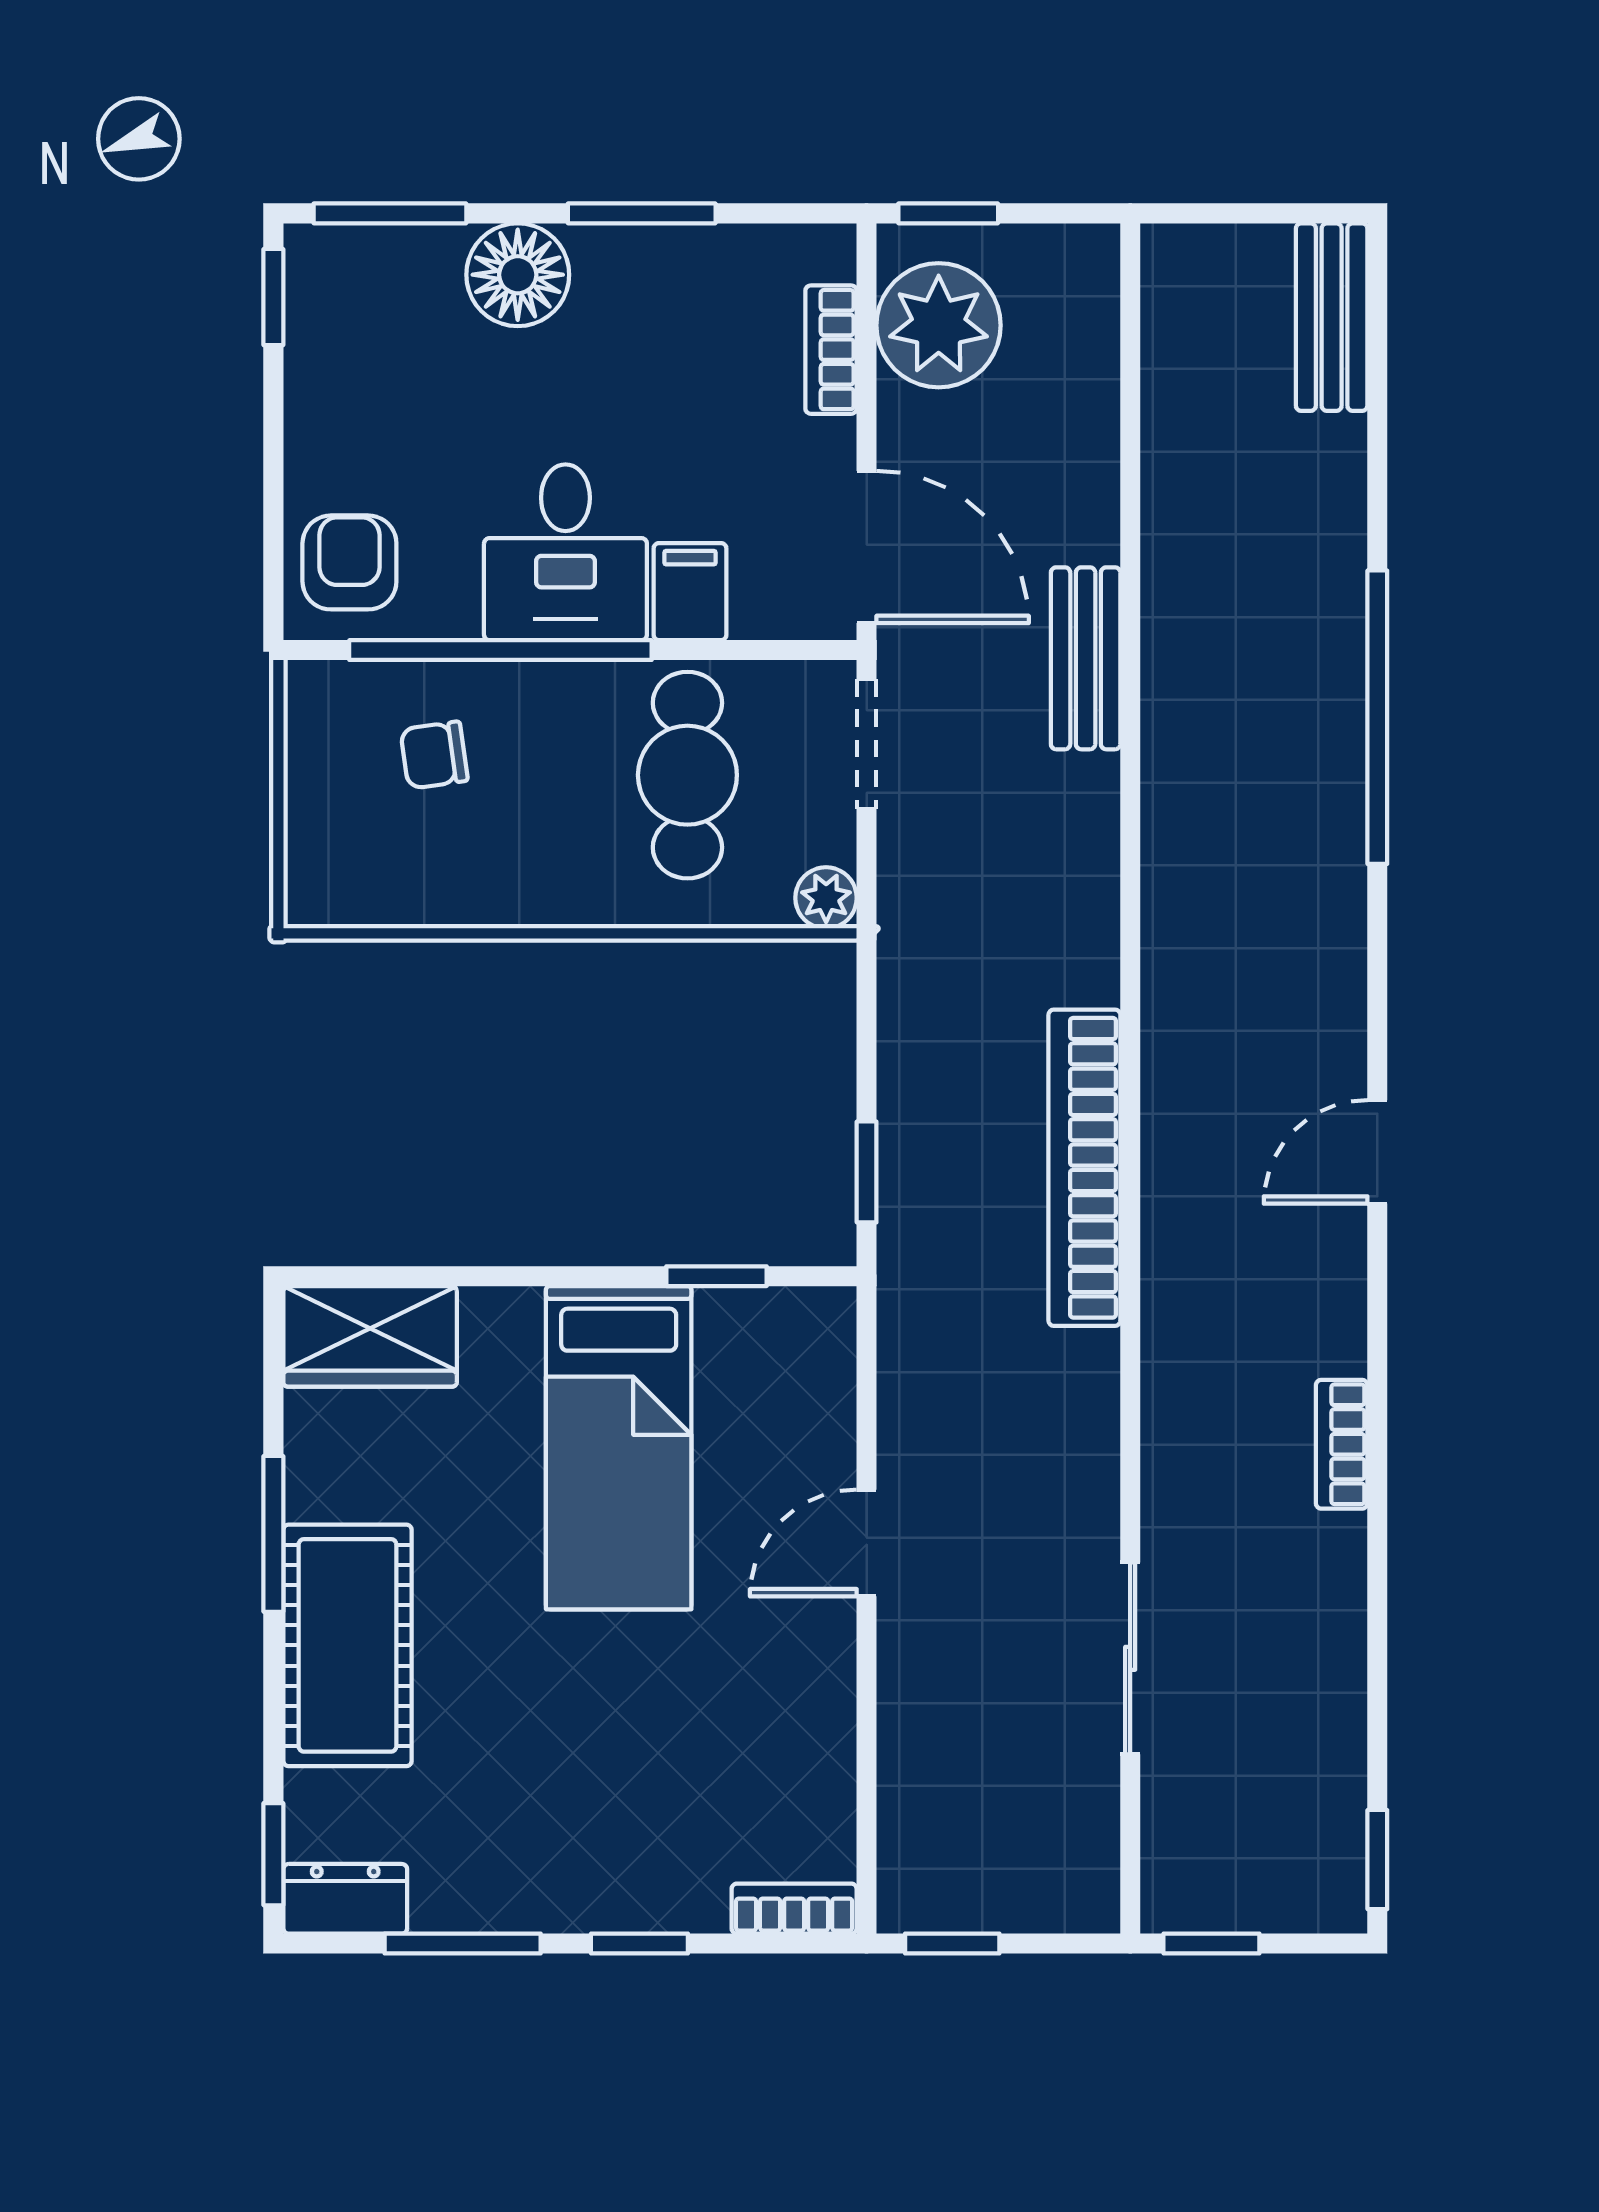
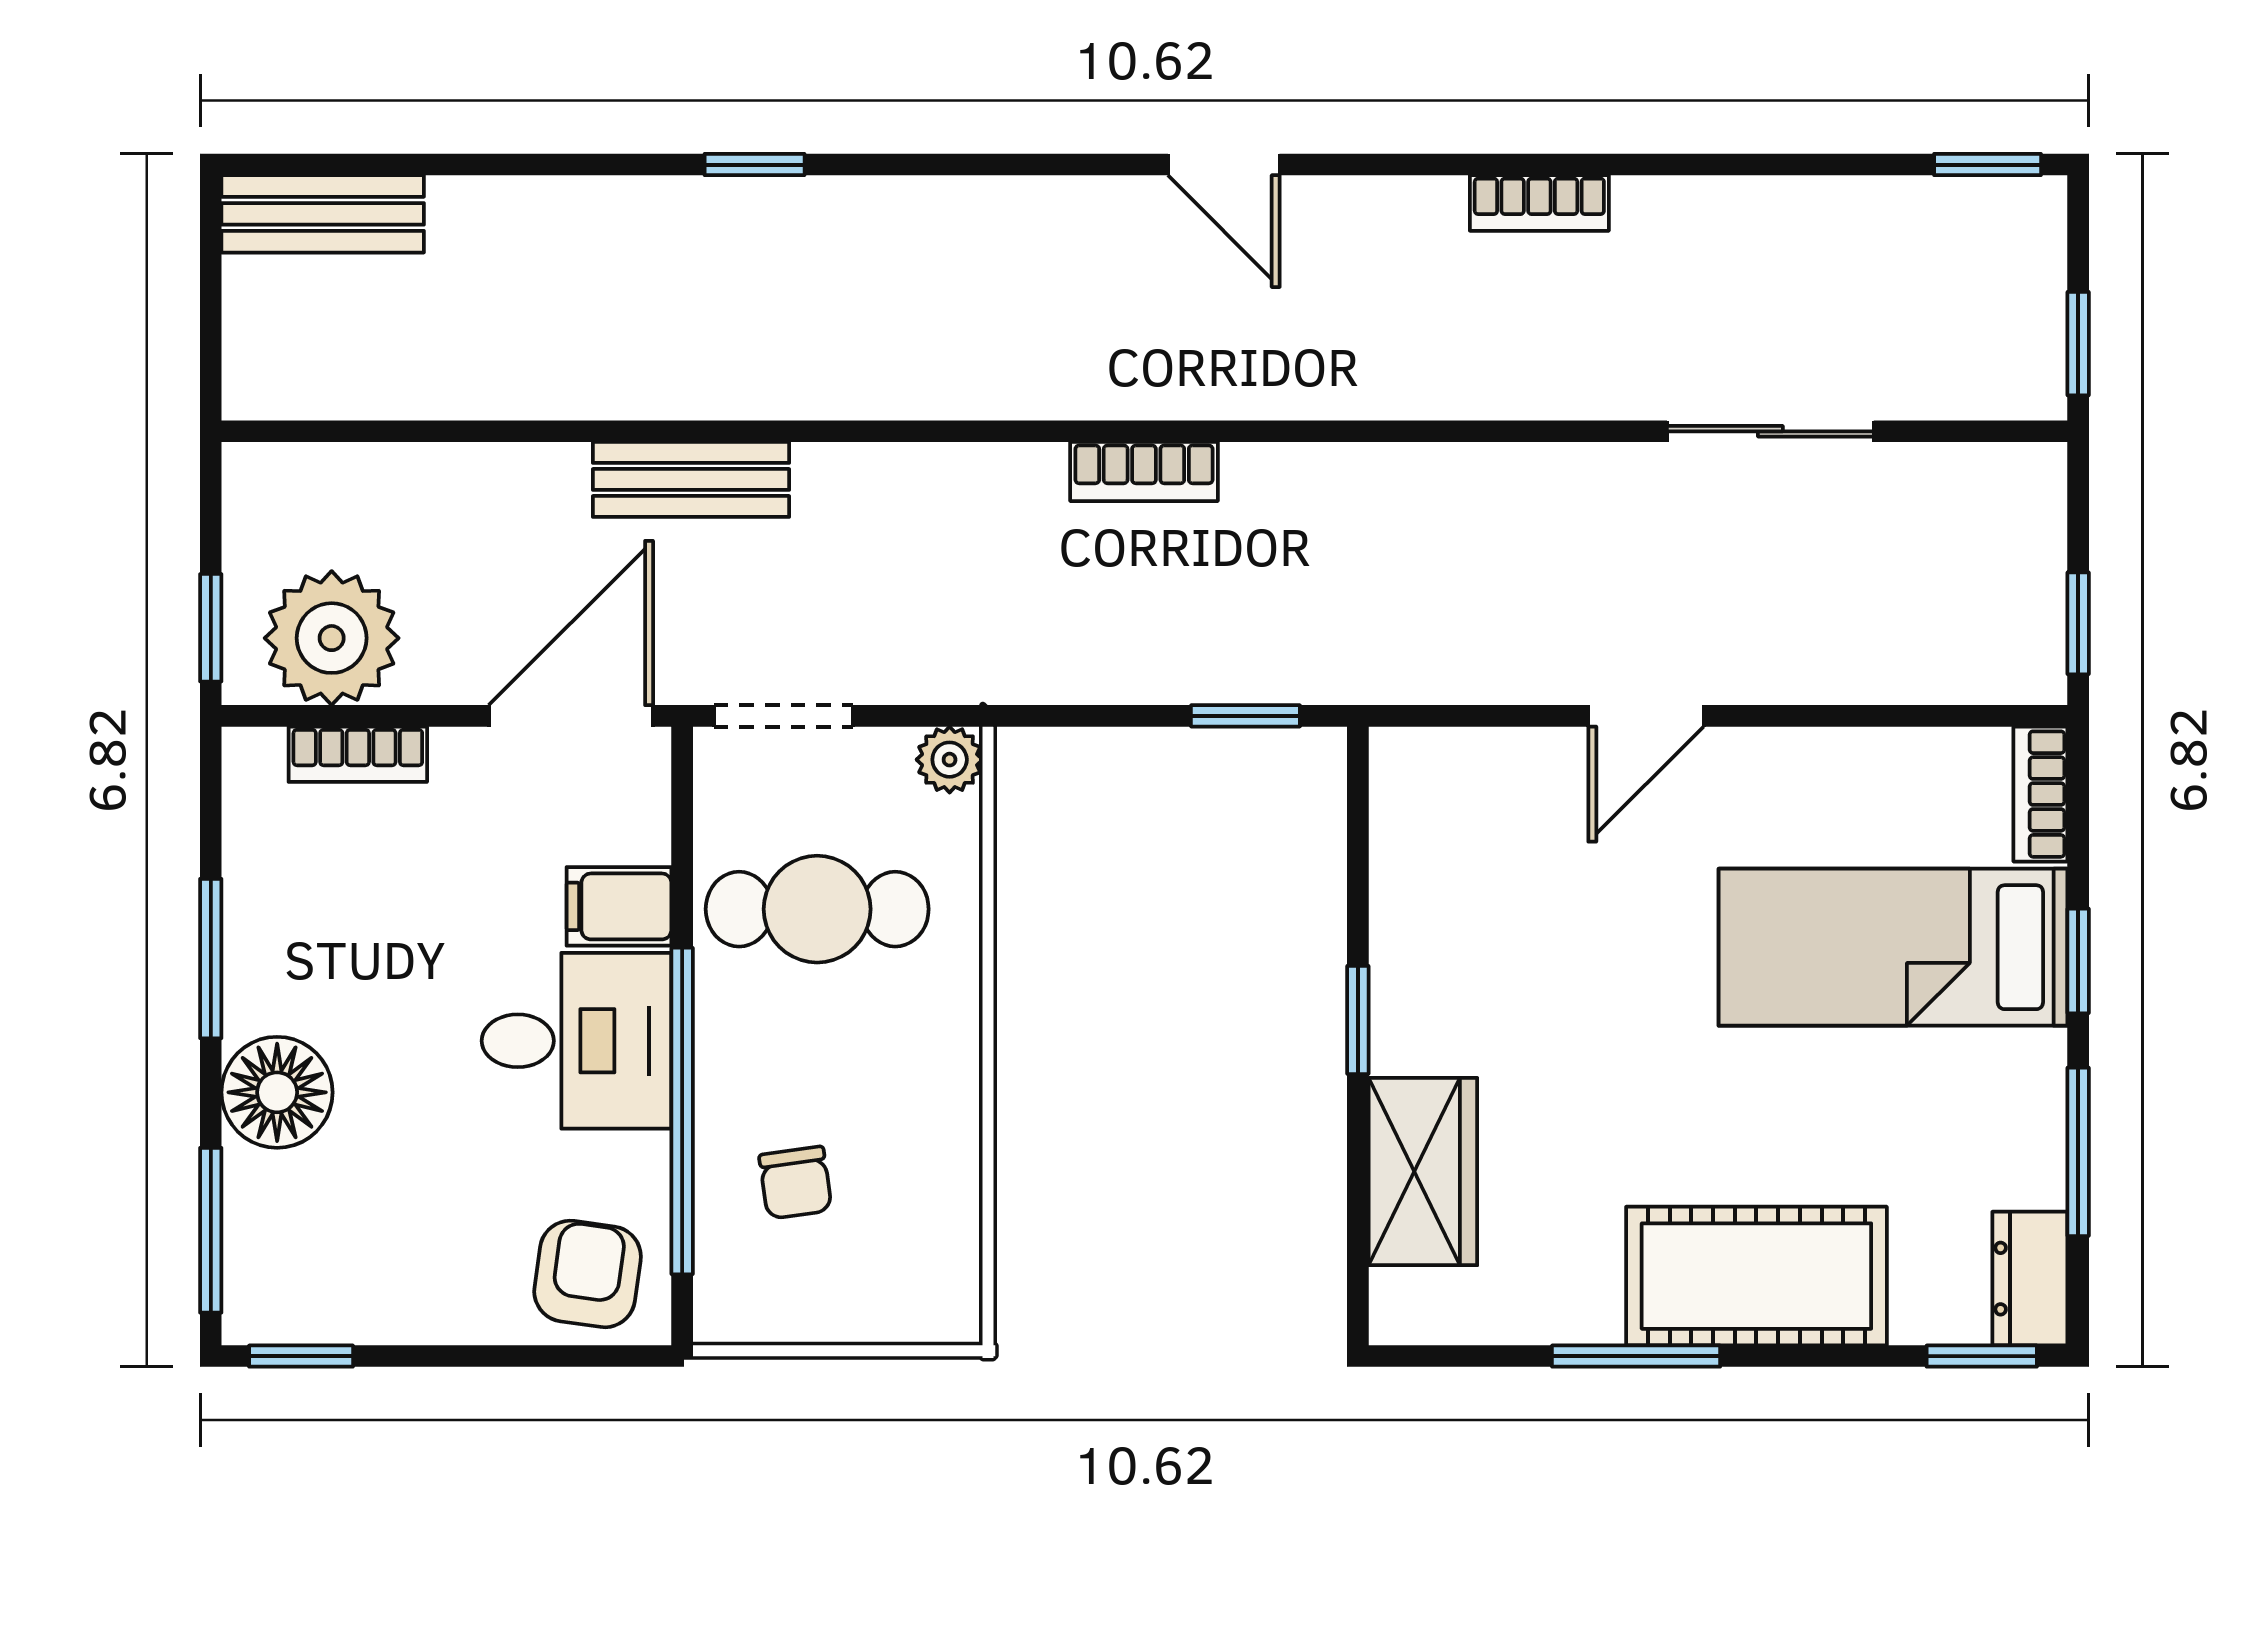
armchair: (349, 562) -> (588, 1274), turned 98
window: (1377, 717) -> (755, 165), width x0.32
bookcase: (1084, 1168) -> (1144, 471), width x0.43, depth x0.76
window: (716, 1276) -> (1358, 1020), moved
wardrobe: (370, 1336) -> (1423, 1172), moved
bed: (619, 1448) -> (1893, 947), moved, turned 180
door: (867, 1543) -> (1646, 716), hinge flipped

